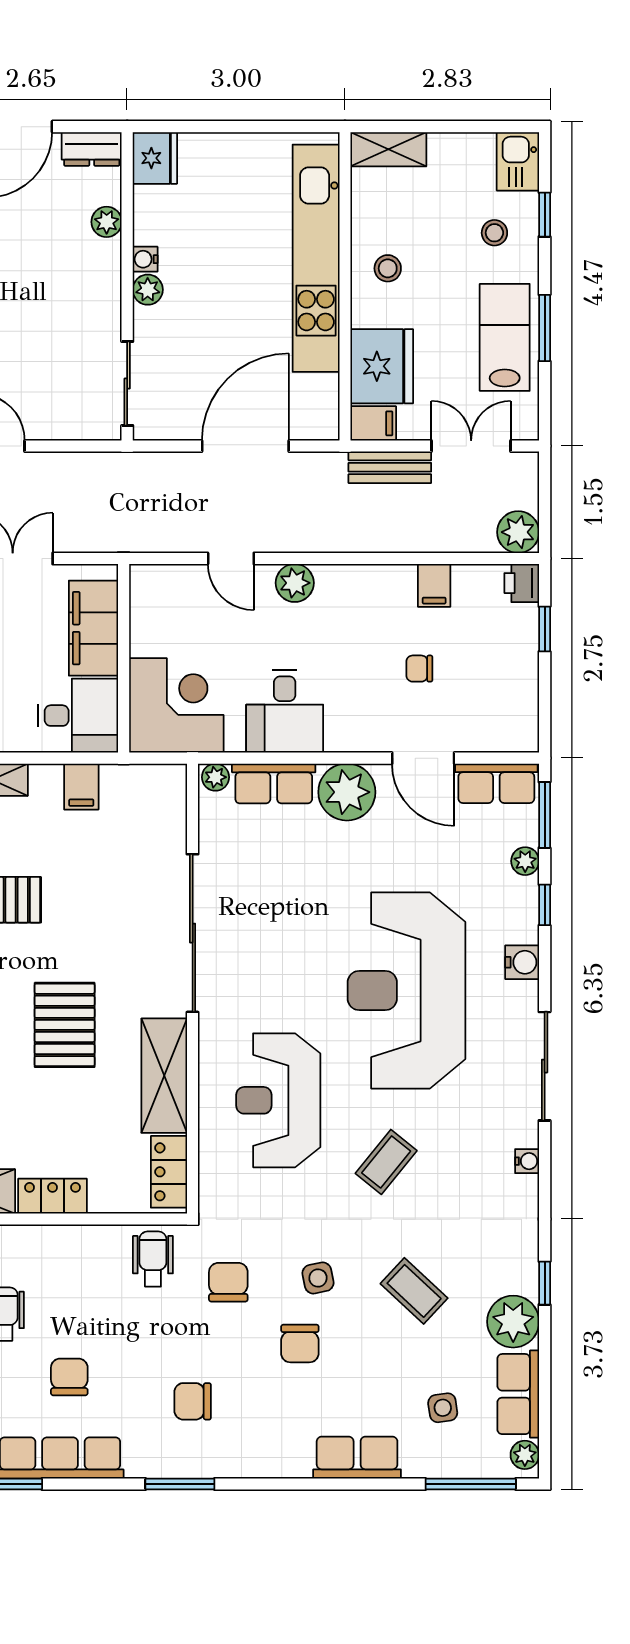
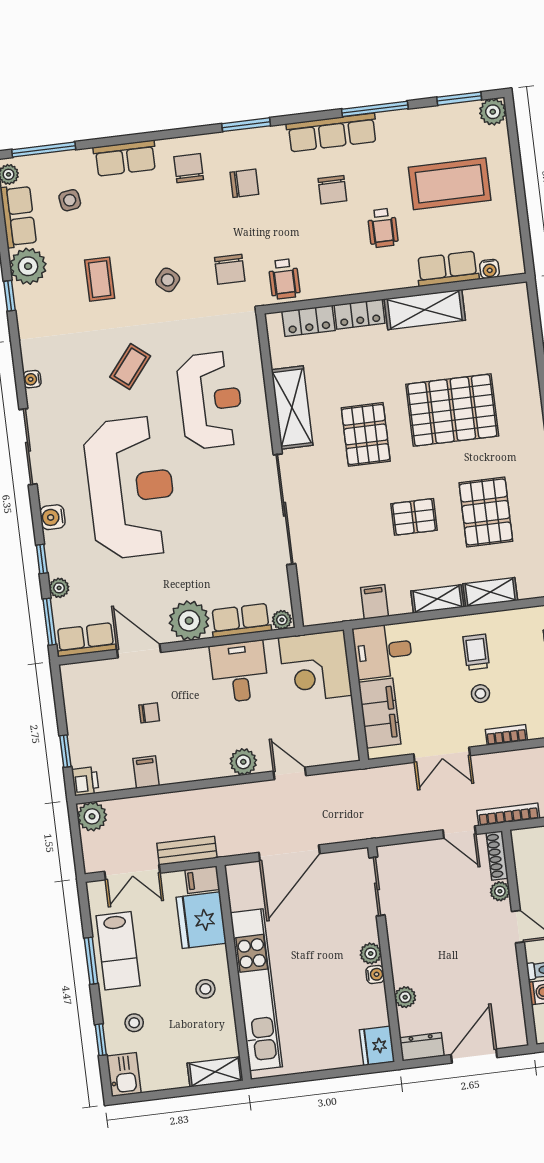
locker: (169, 1172) -> (309, 321), moved, turned 90
side table: (318, 1278) -> (168, 280), turned -37
coffee table: (414, 1291) -> (100, 279), turned 47
chair: (300, 1344) -> (189, 168), moved

